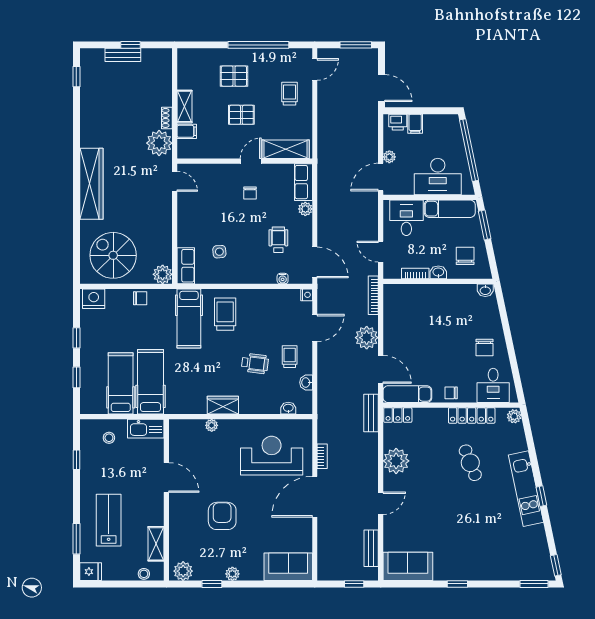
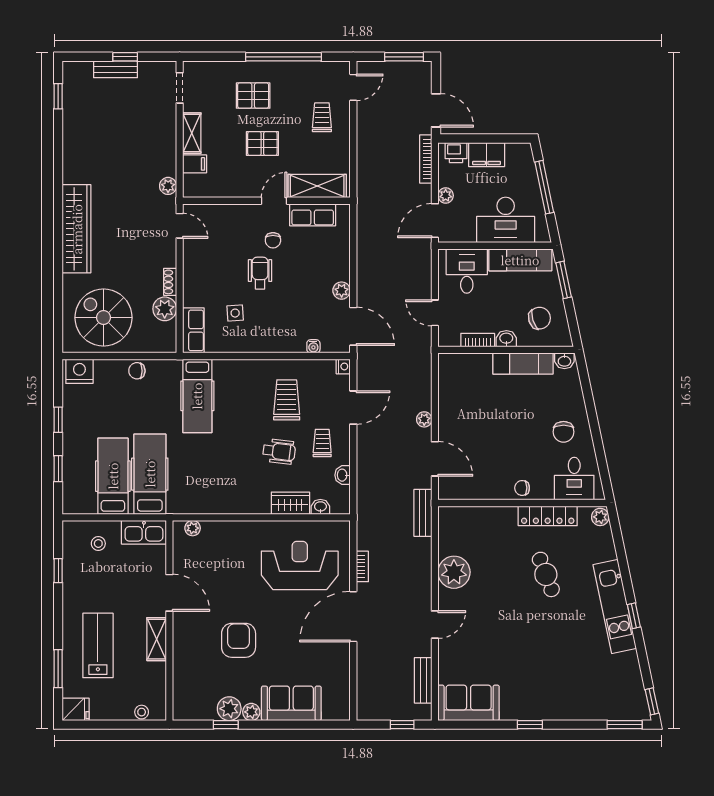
doorway: (175, 70) -> (180, 88), added
shoe rack: (167, 118) -> (170, 282), moved
filing cabinet: (415, 124) -> (487, 155), width x2.00
plant: (159, 143) -> (168, 186), width x0.53, depth x0.53
window: (469, 150) -> (544, 187), width x0.68
row of seats: (303, 182) -> (313, 215), moved, turned -90
plant: (305, 209) -> (342, 291), moved
wheelchair: (278, 240) -> (260, 273), moved
chair: (465, 256) -> (539, 318), turned 72
plant: (163, 274) -> (165, 309), moved
bookcase: (373, 295) -> (426, 159), moved
chair: (140, 298) -> (137, 371), turned 180
trolley: (225, 314) -> (287, 400), moved
plant: (367, 338) -> (424, 419), width x0.53, depth x0.53
exam couch: (407, 394) -> (523, 363), moved, turned 180
wardrobe: (223, 405) -> (290, 503), moved
locker: (398, 415) -> (456, 515), removed
plant: (212, 425) -> (193, 528), moved
shelving: (156, 544) -> (157, 639), moved
sofa: (288, 567) -> (291, 703), moved
plant: (183, 571) -> (229, 709), moved

